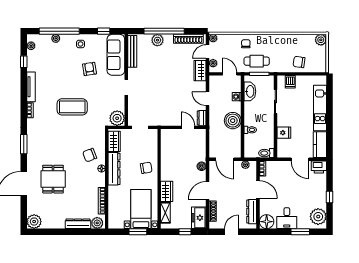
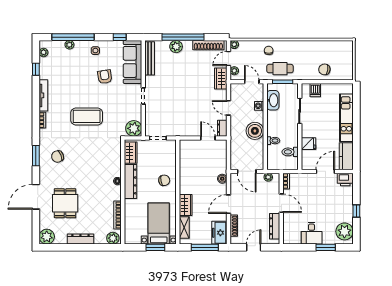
plant: (321, 40) -> (347, 46), removed
toilet: (266, 153) -> (290, 152), moved
chair: (90, 155) -> (58, 156), moved
door: (300, 159) -> (325, 171), swing flipped
dining table: (53, 179) -> (65, 203), moved
floor lamp: (267, 222) -> (290, 237), removed
dresser: (78, 224) -> (80, 239), moved
window: (185, 232) -> (205, 247), width x2.17

